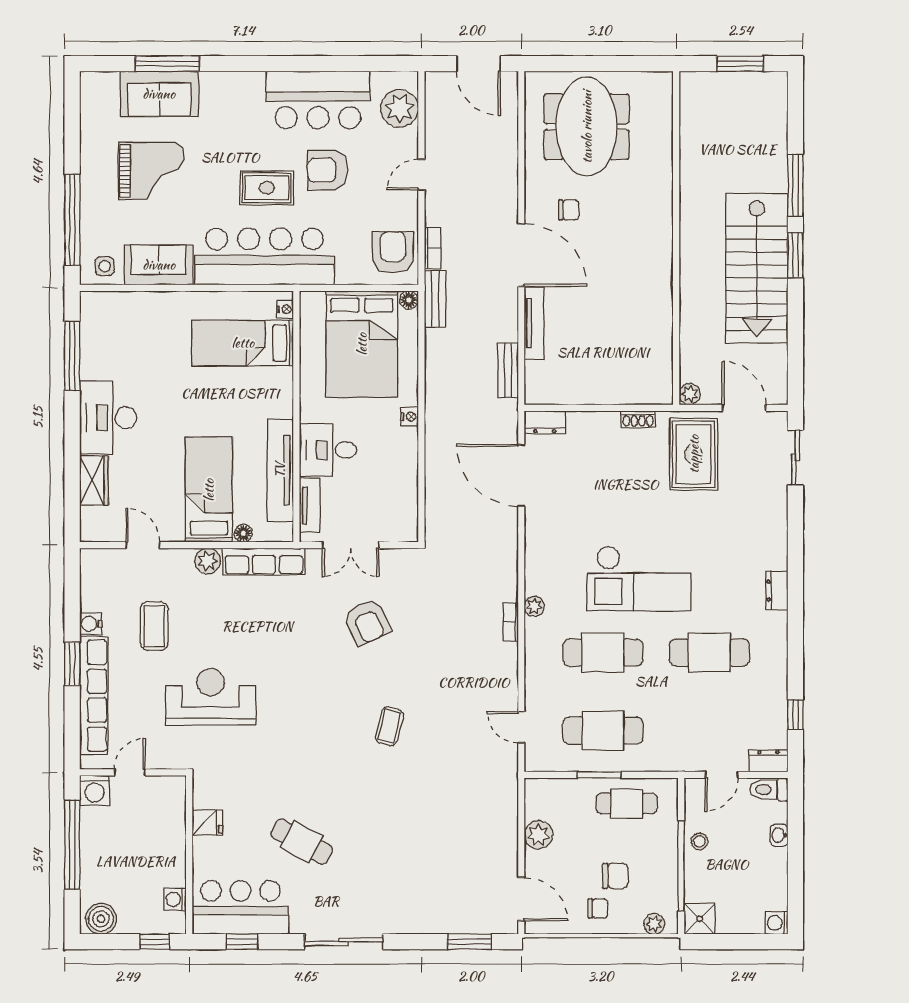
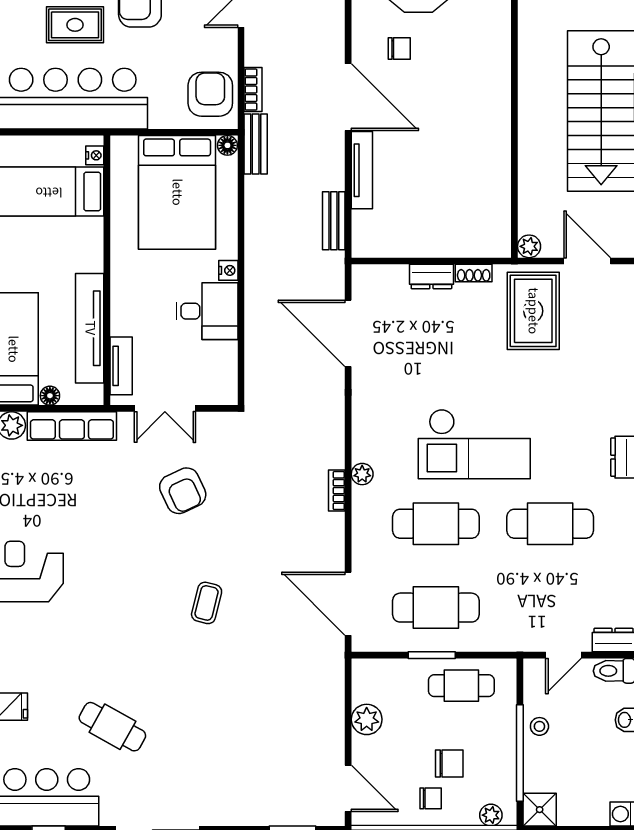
dresser: (545, 422) -> (431, 277), moved
desk: (328, 450) -> (207, 311), moved, turned 180
door: (521, 727) -> (348, 604), width x1.87

